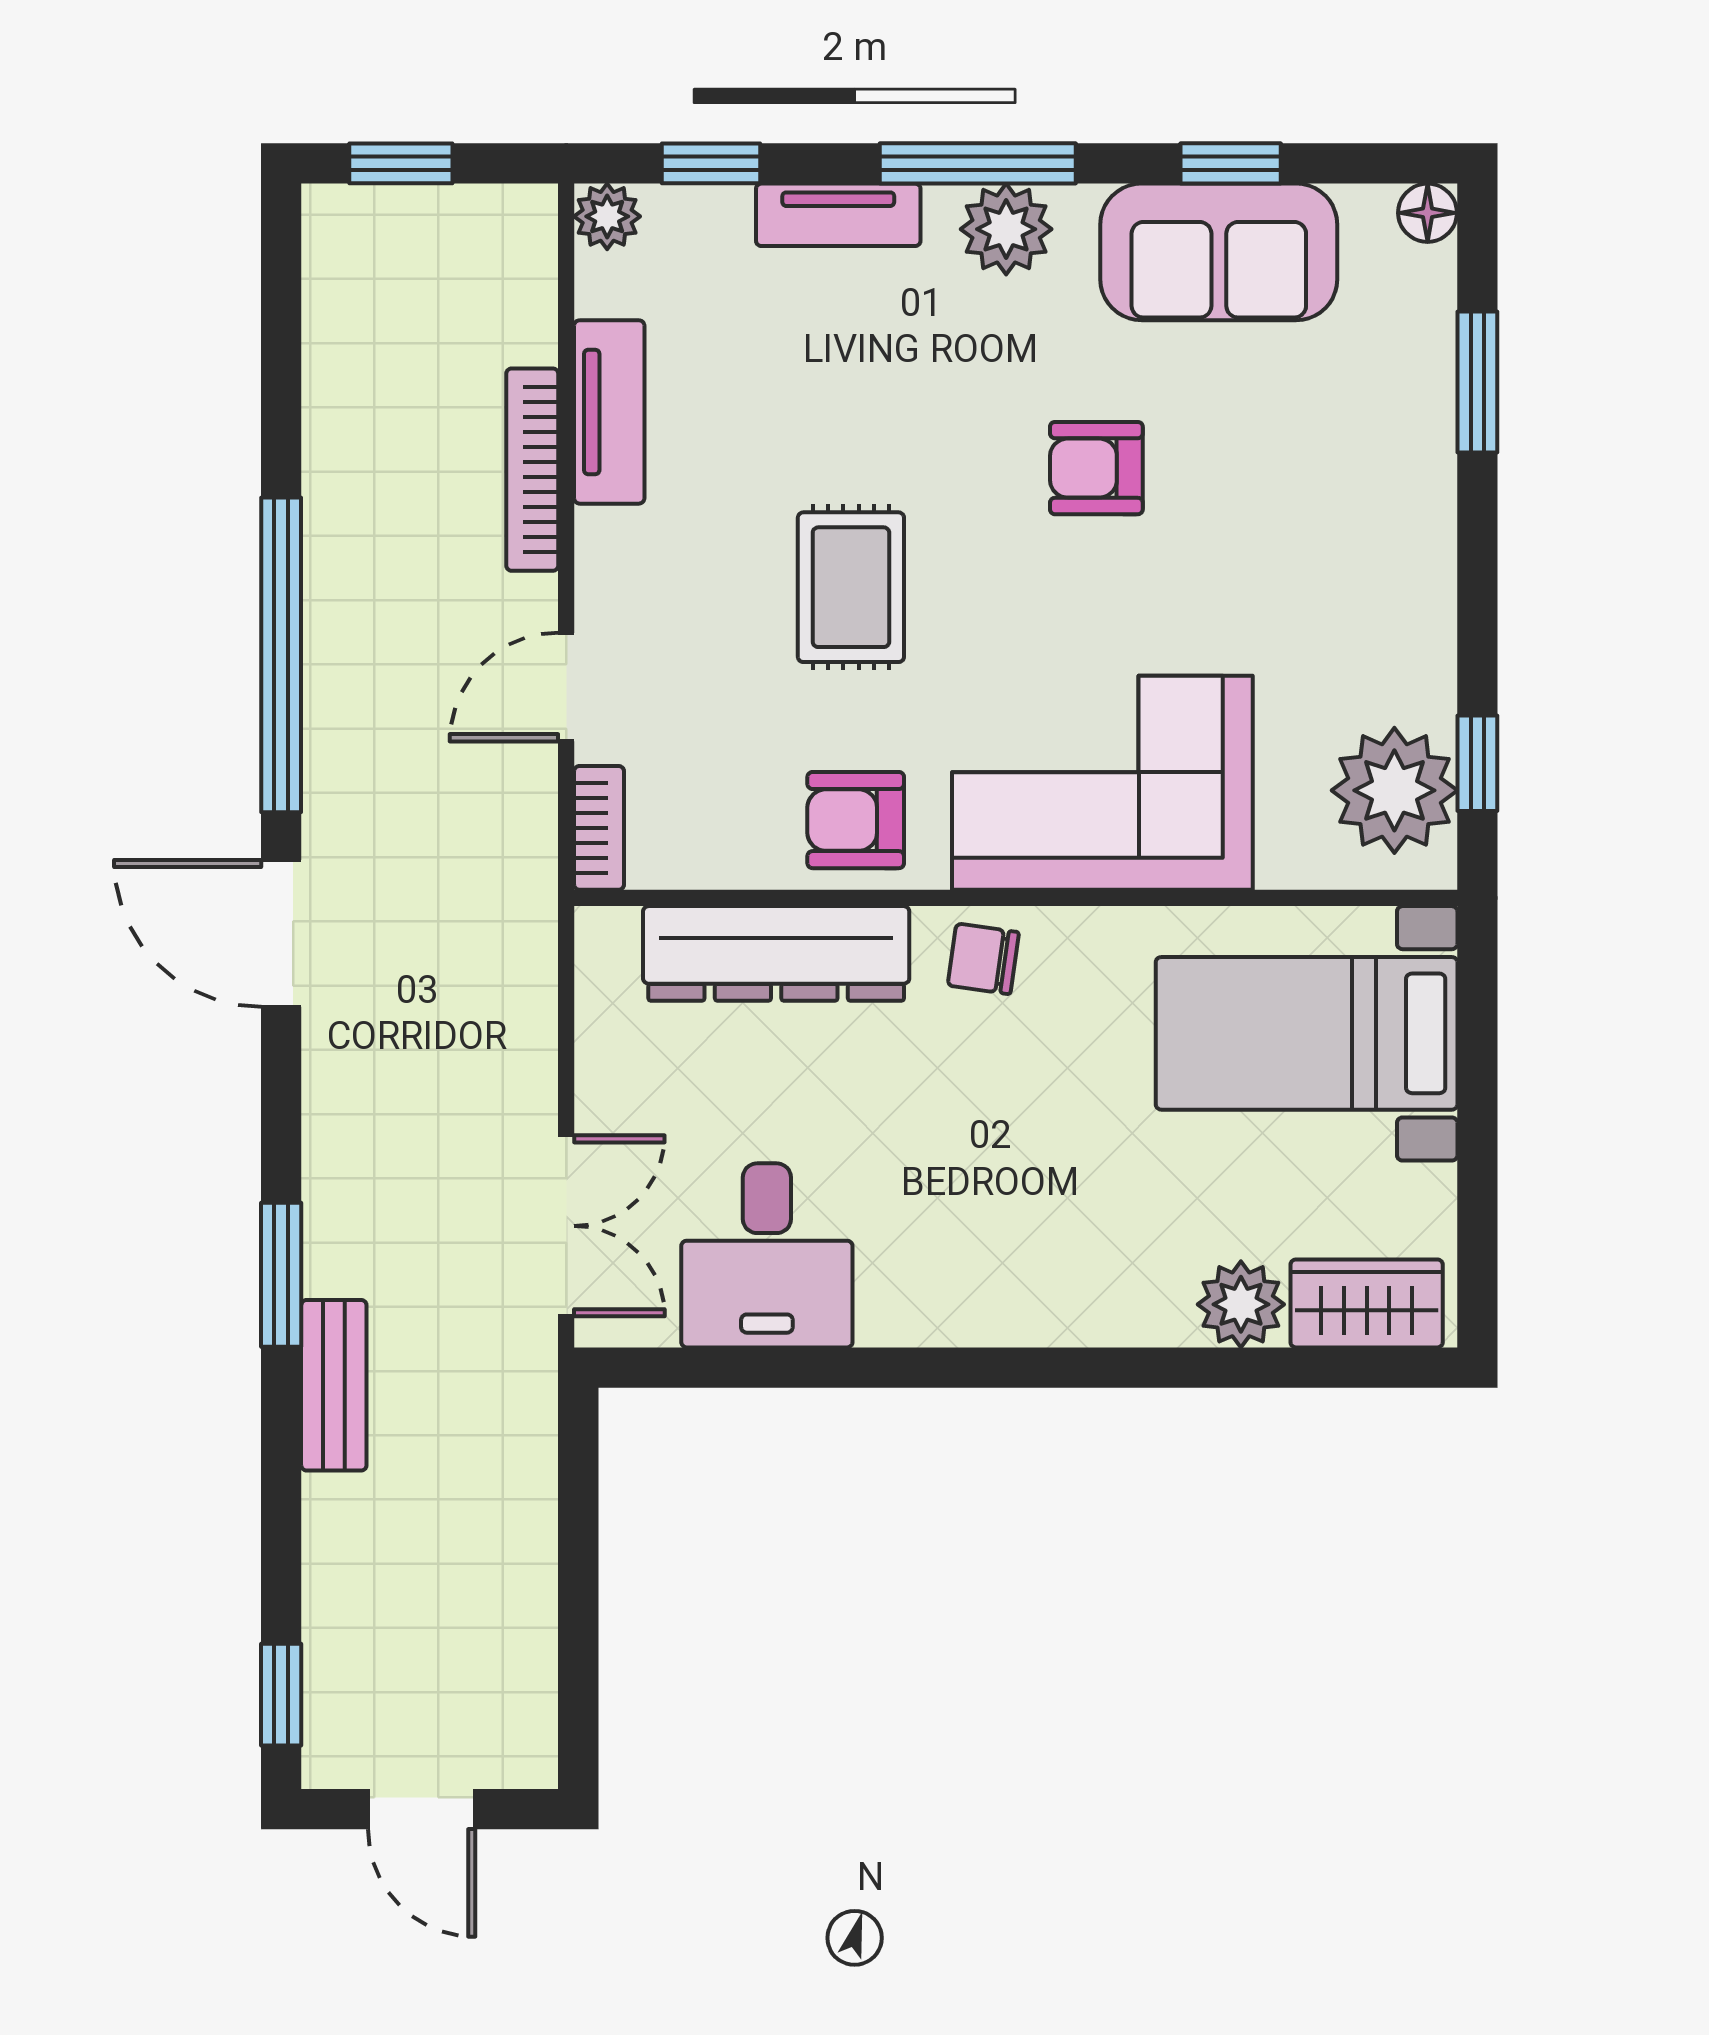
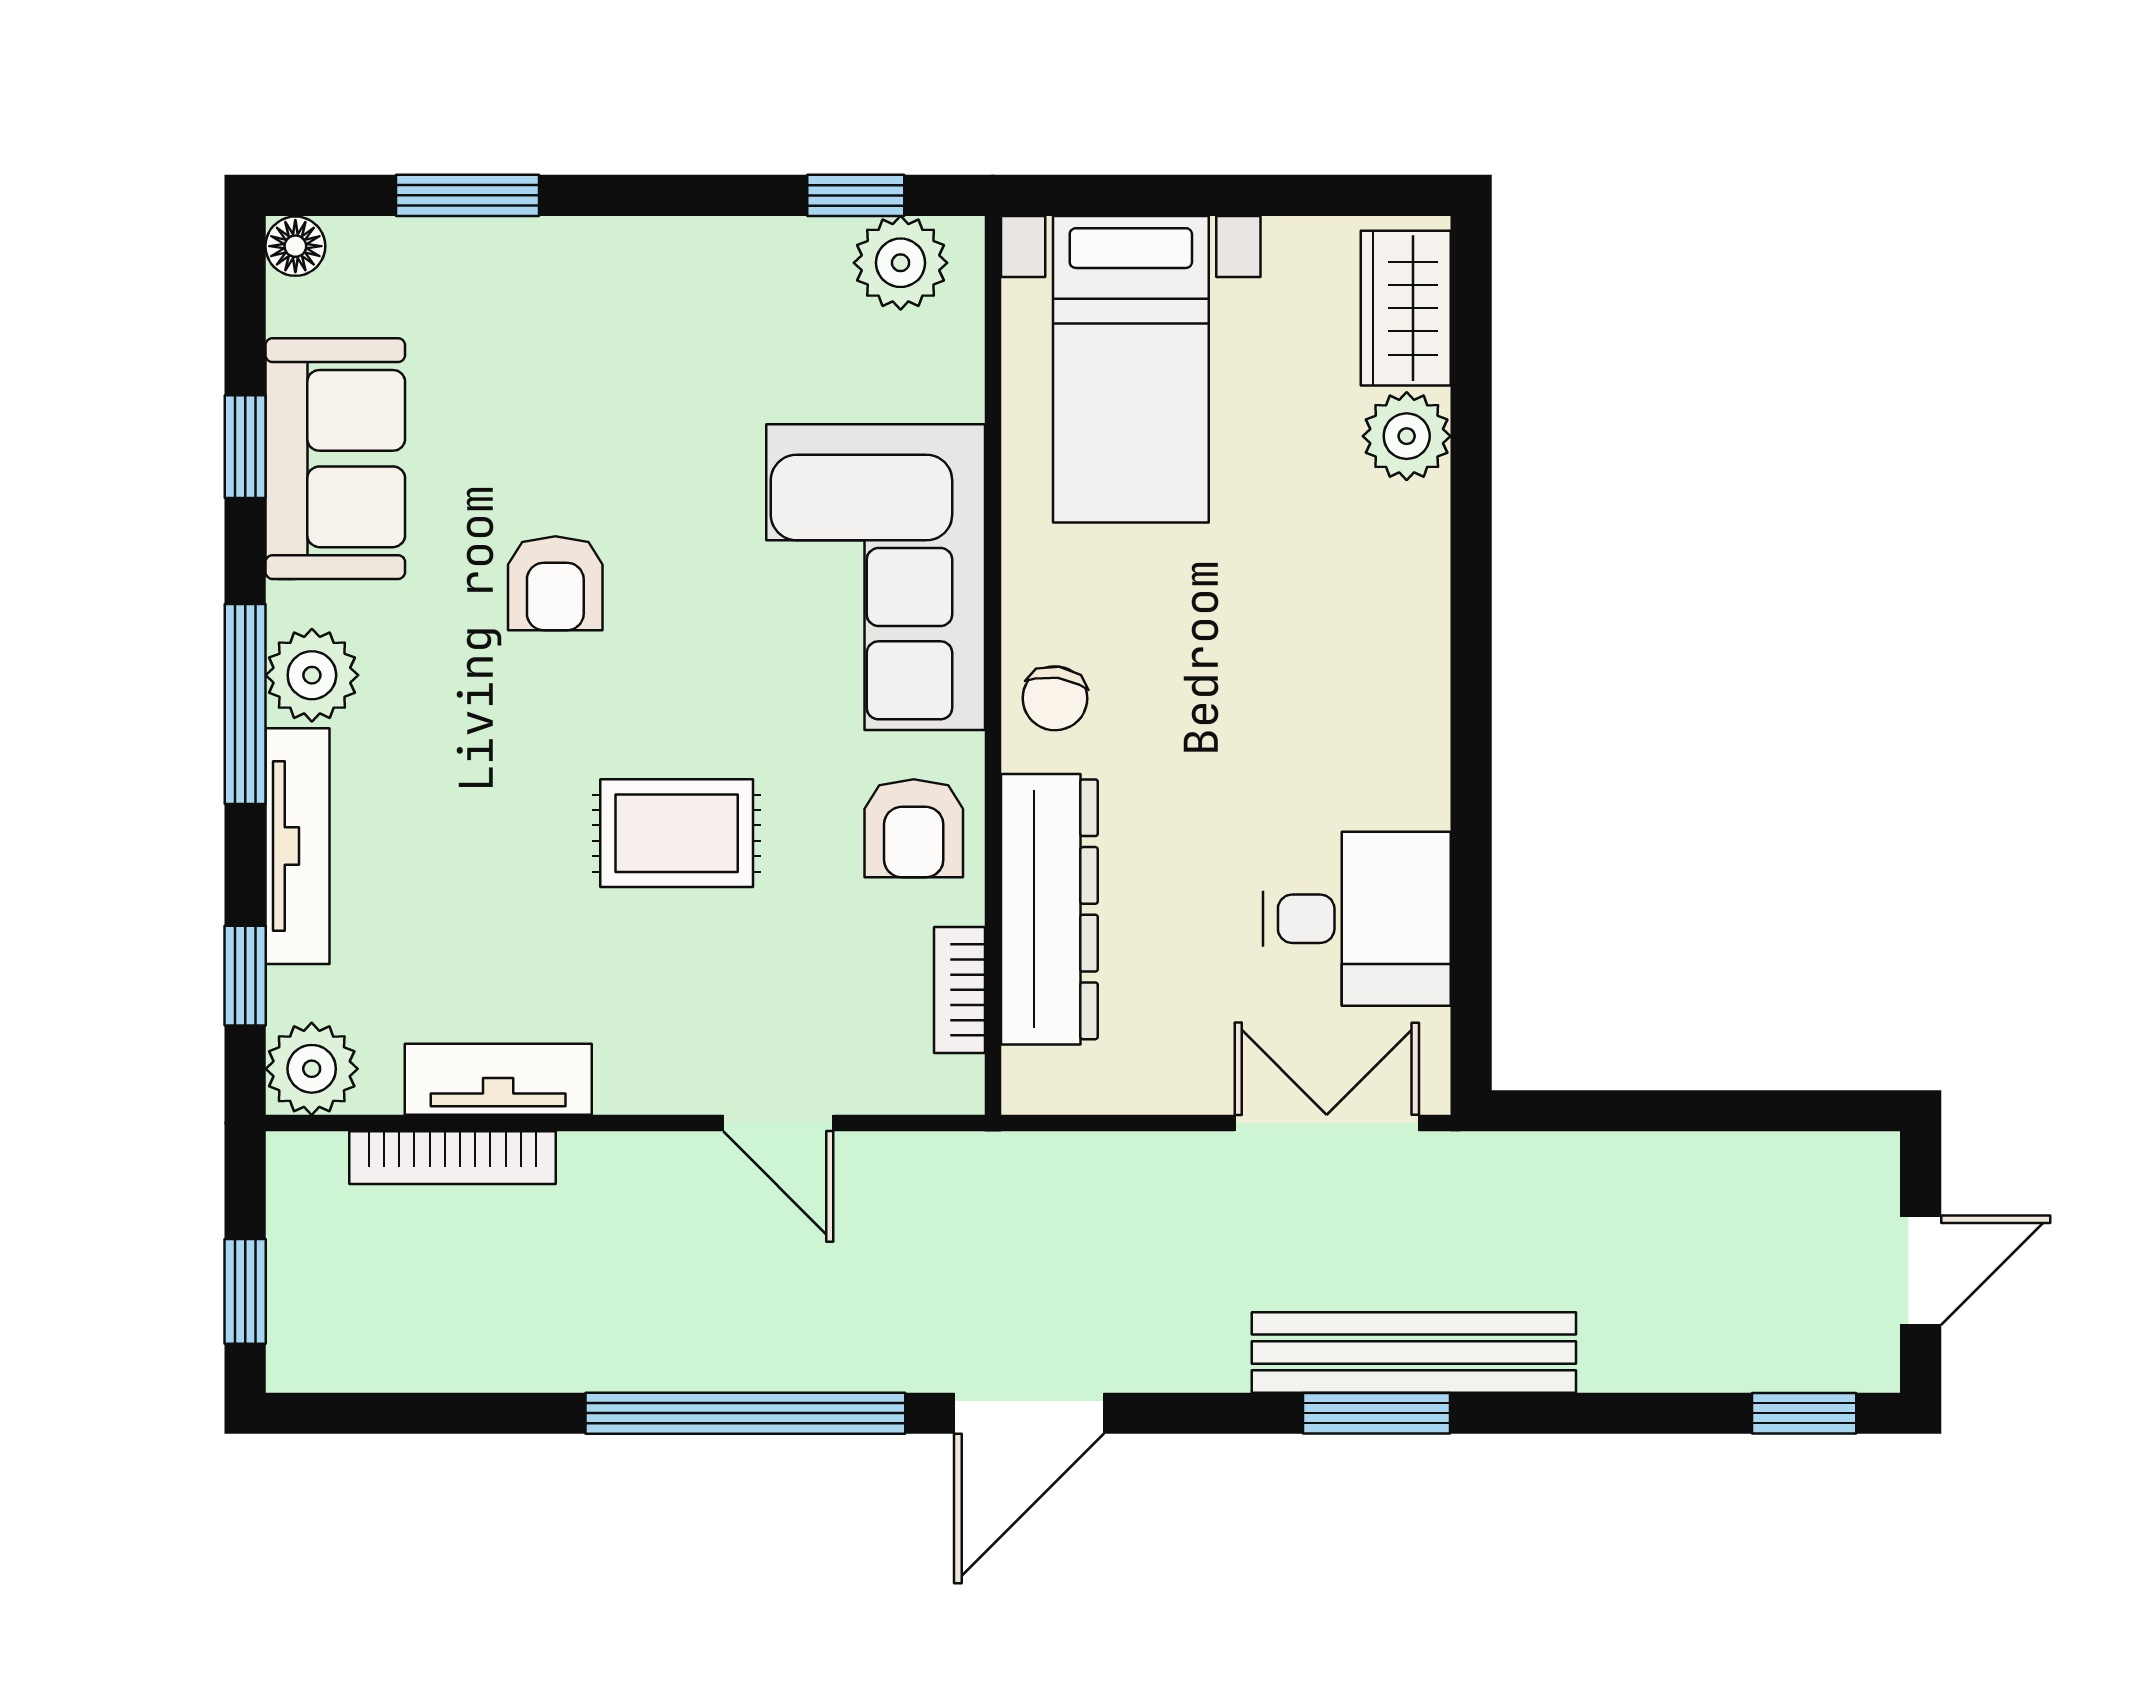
tv unit: (838, 215) -> (298, 846), width x1.41
plant: (607, 216) -> (312, 1069), width x1.38, depth x1.38
bookcase: (532, 470) -> (452, 1158), moved
plant: (1394, 790) -> (901, 263), width x0.73, depth x0.73
bookcase: (599, 828) -> (960, 990), moved, turned -90
bench: (334, 1385) -> (1414, 1352), width x1.86, depth x1.21

